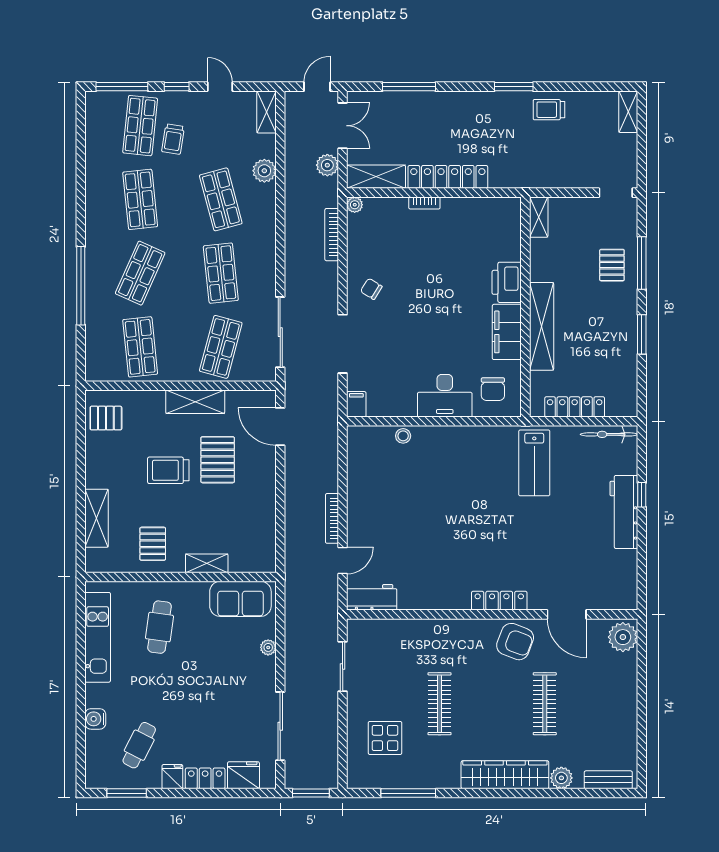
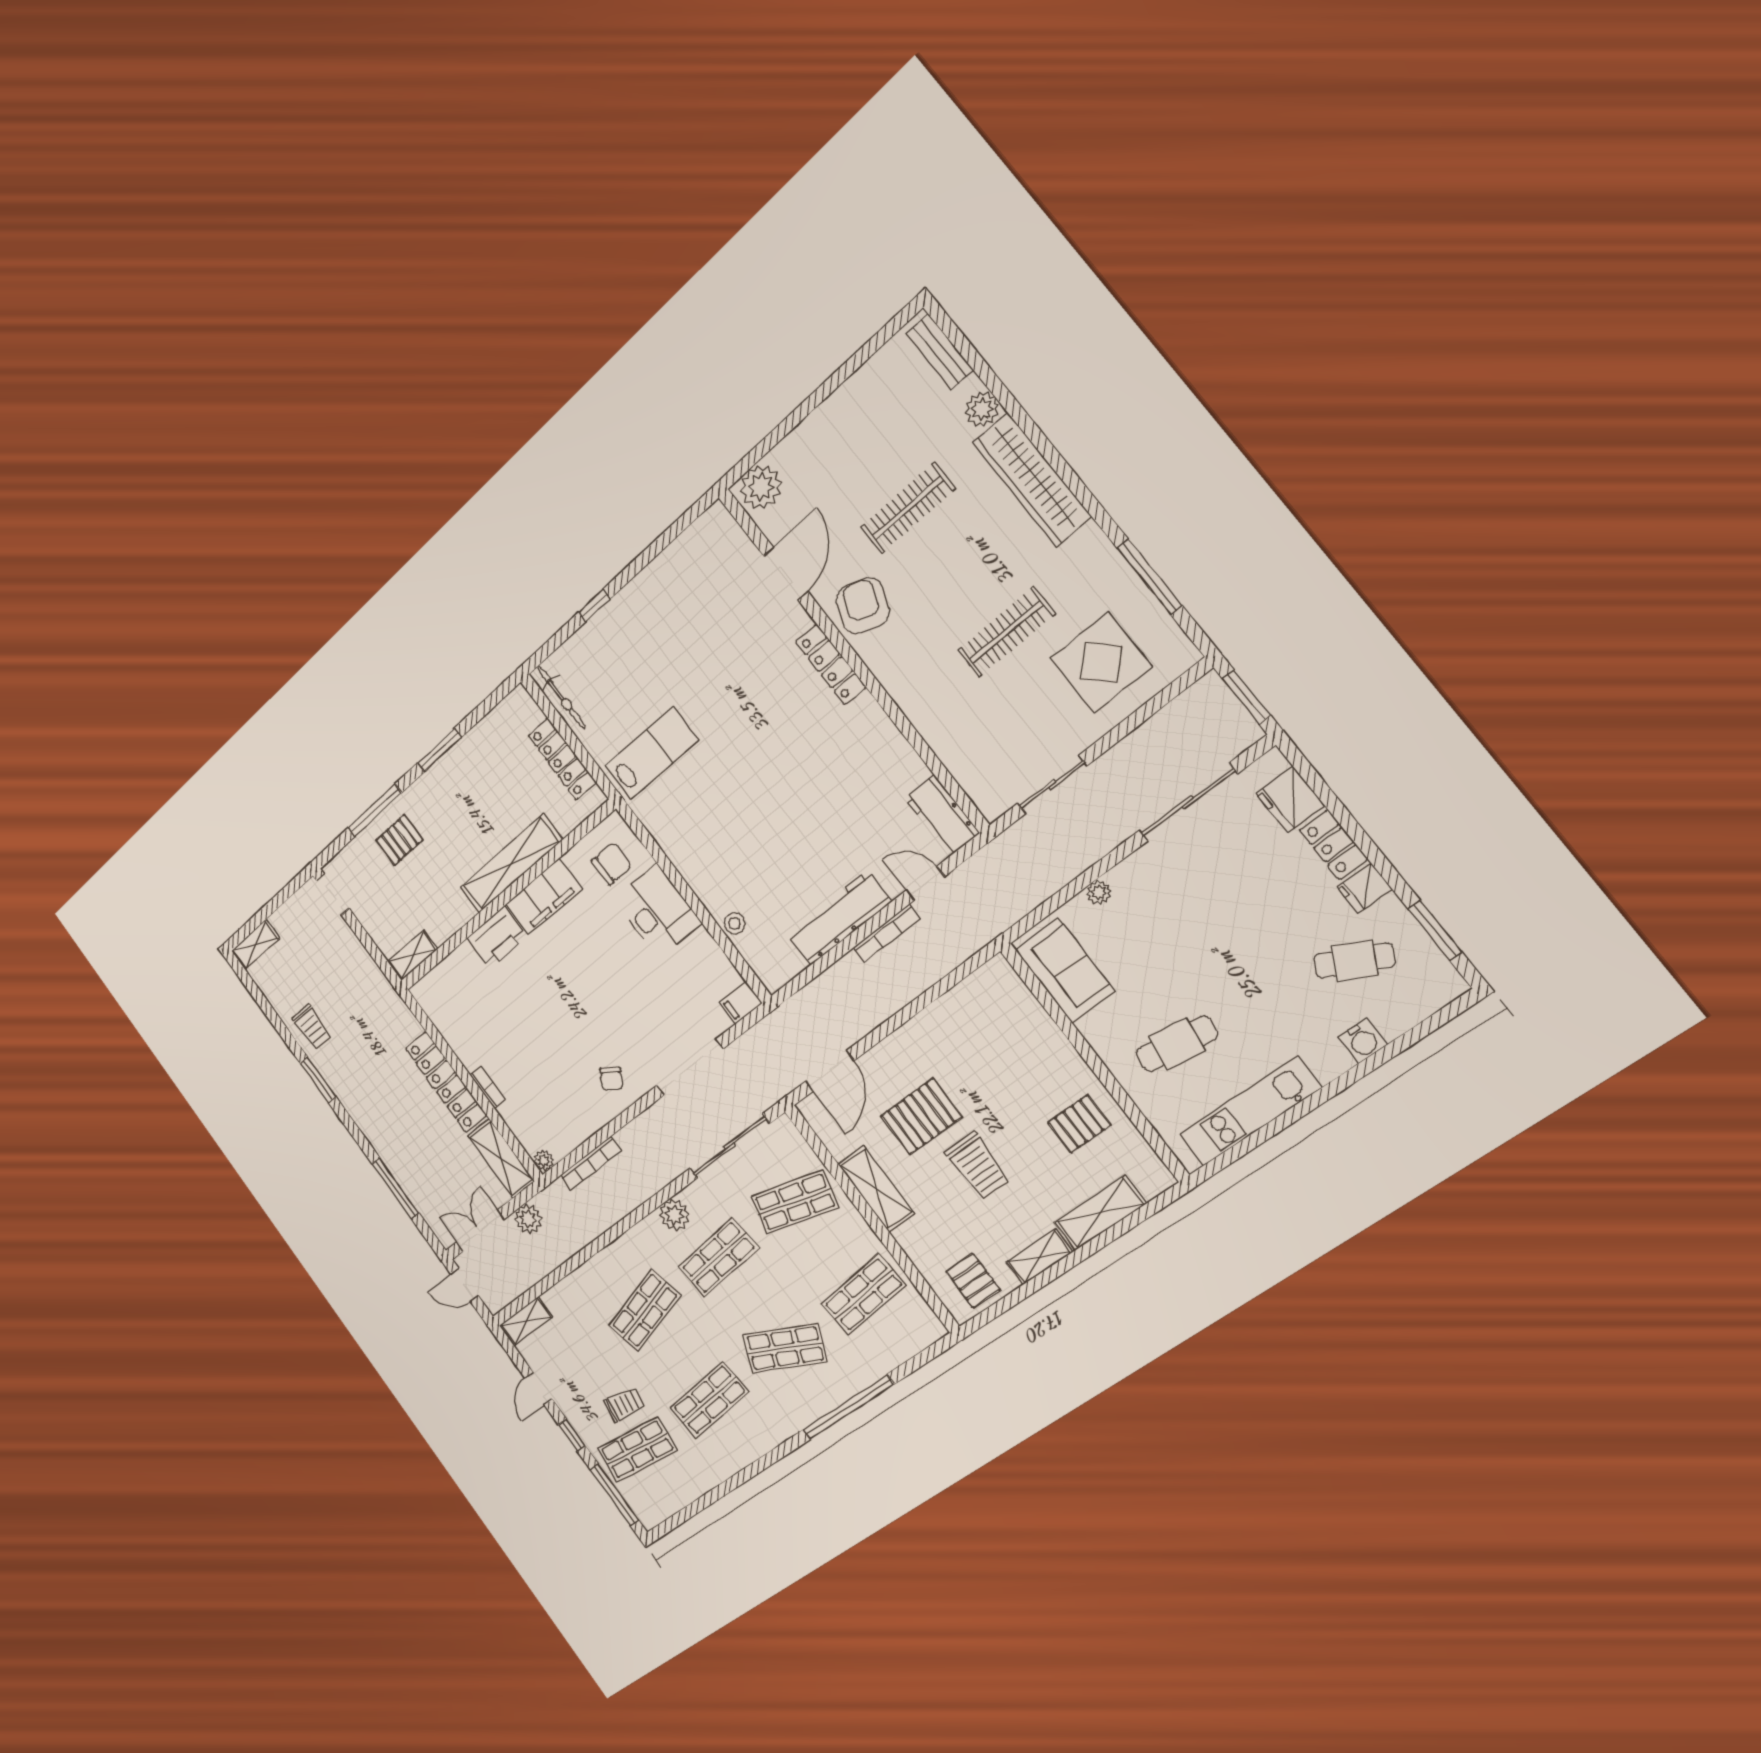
plant: (264, 171) -> (674, 1215), moved
workbench: (624, 512) -> (839, 918), moved, turned 180
shelving: (207, 563) -> (1039, 1257), moved, turned 90
display table: (385, 738) -> (1101, 663), width x1.36, depth x1.36

